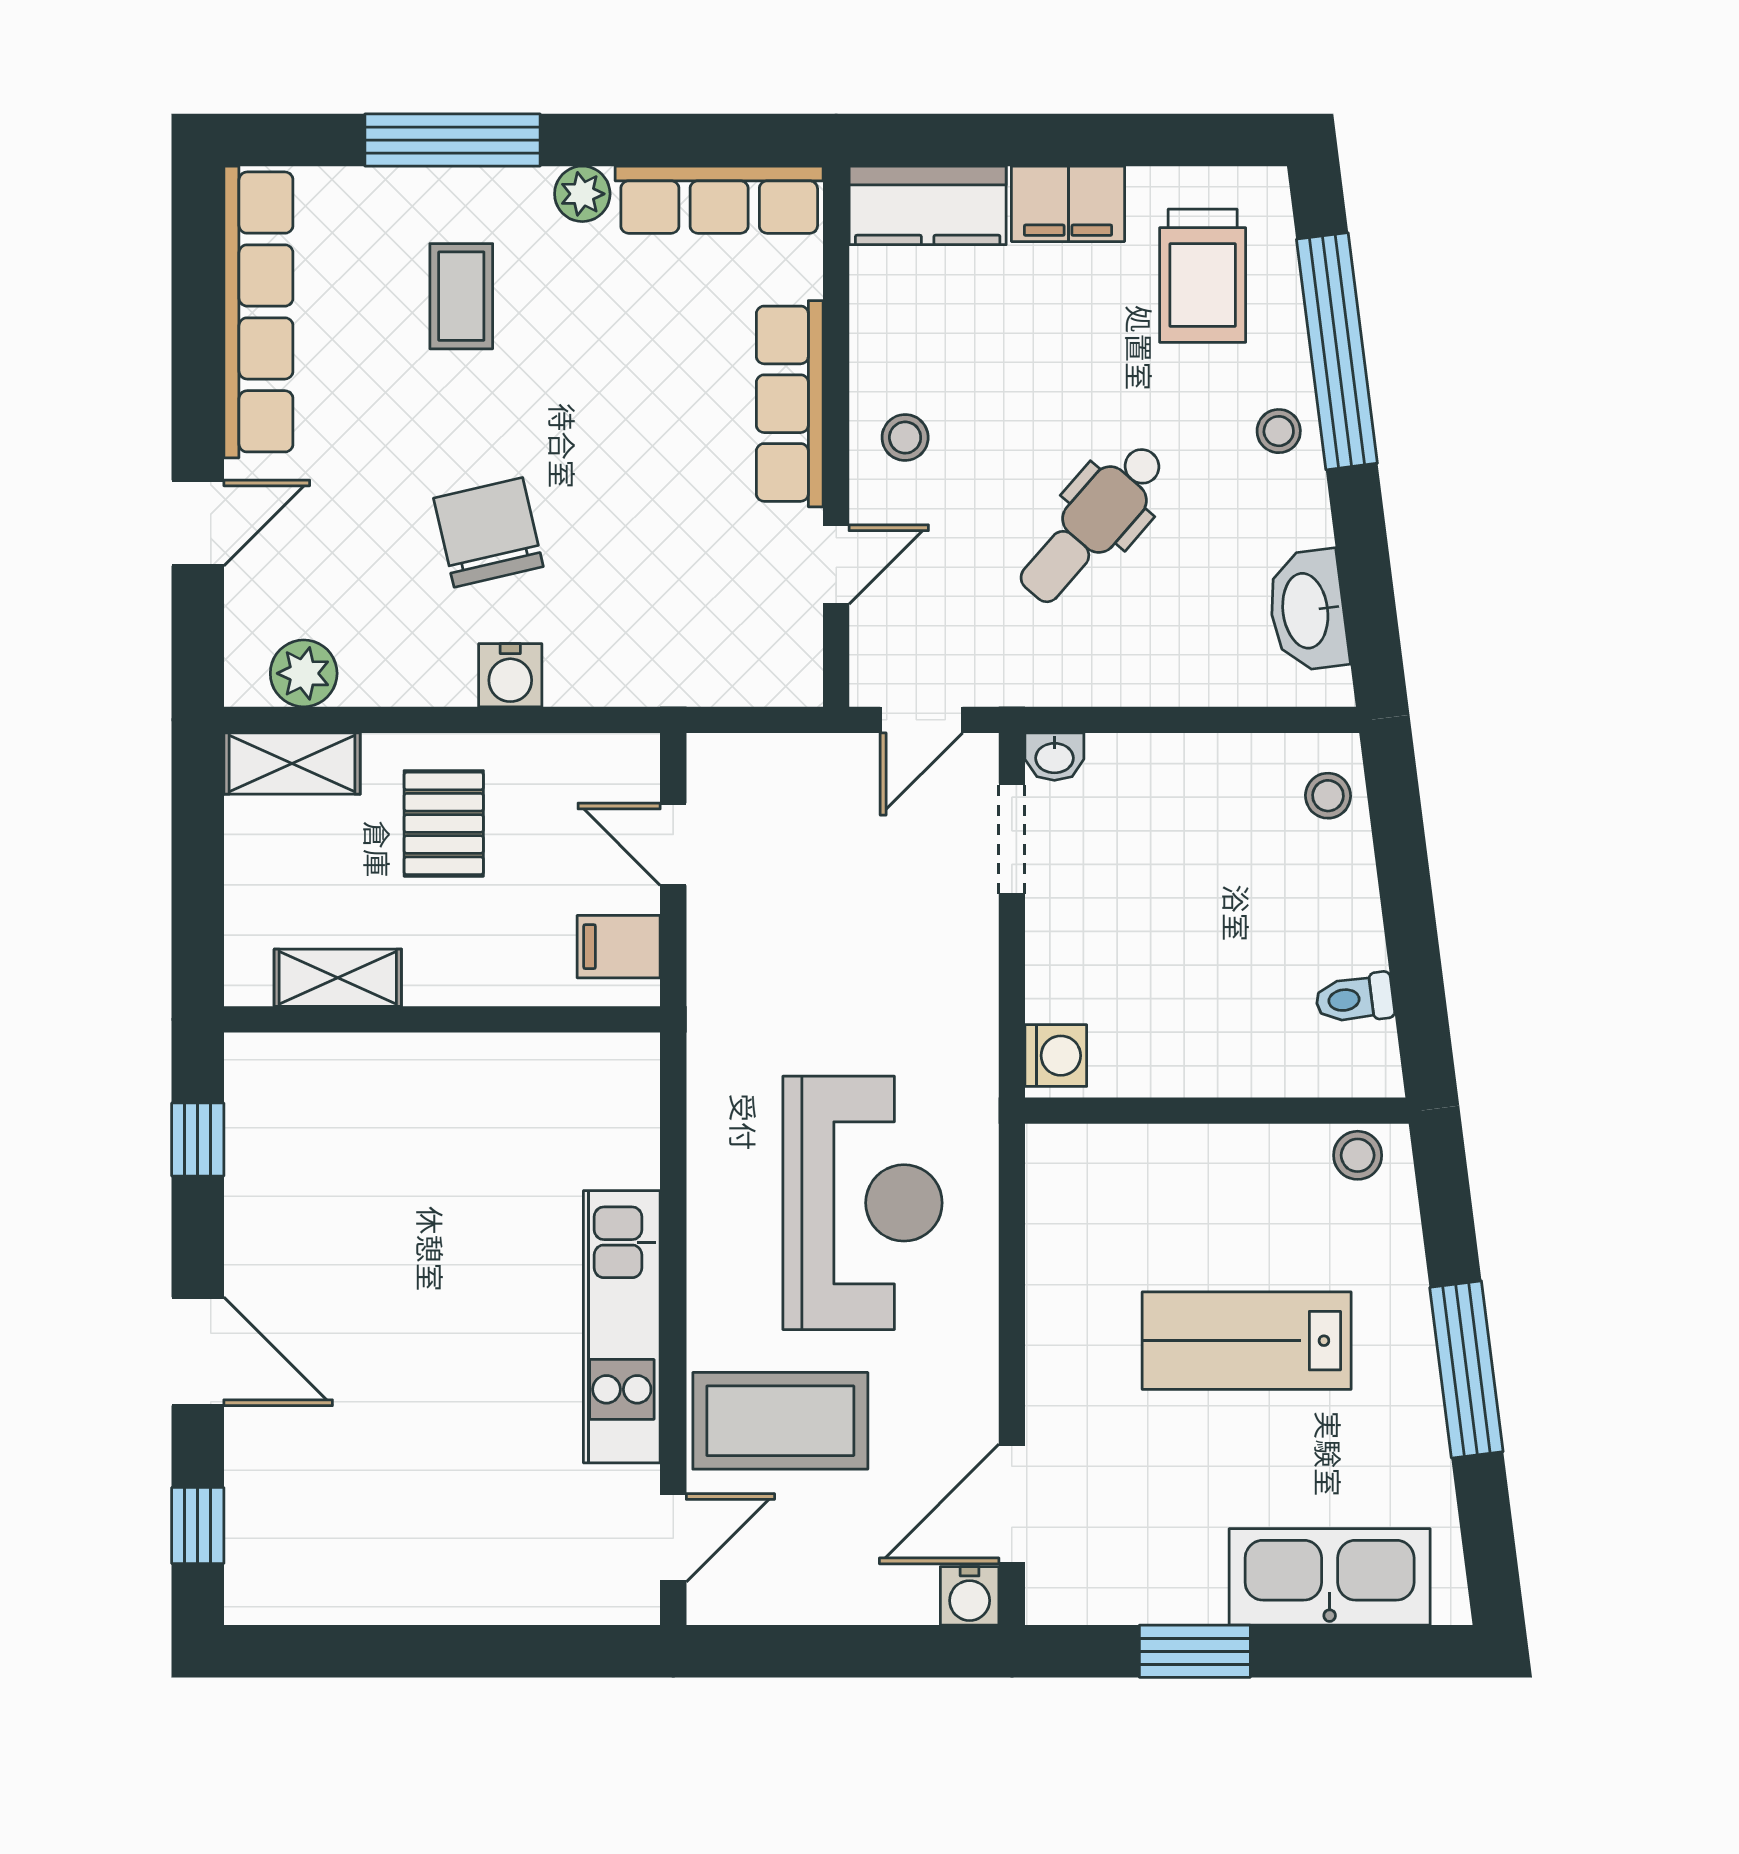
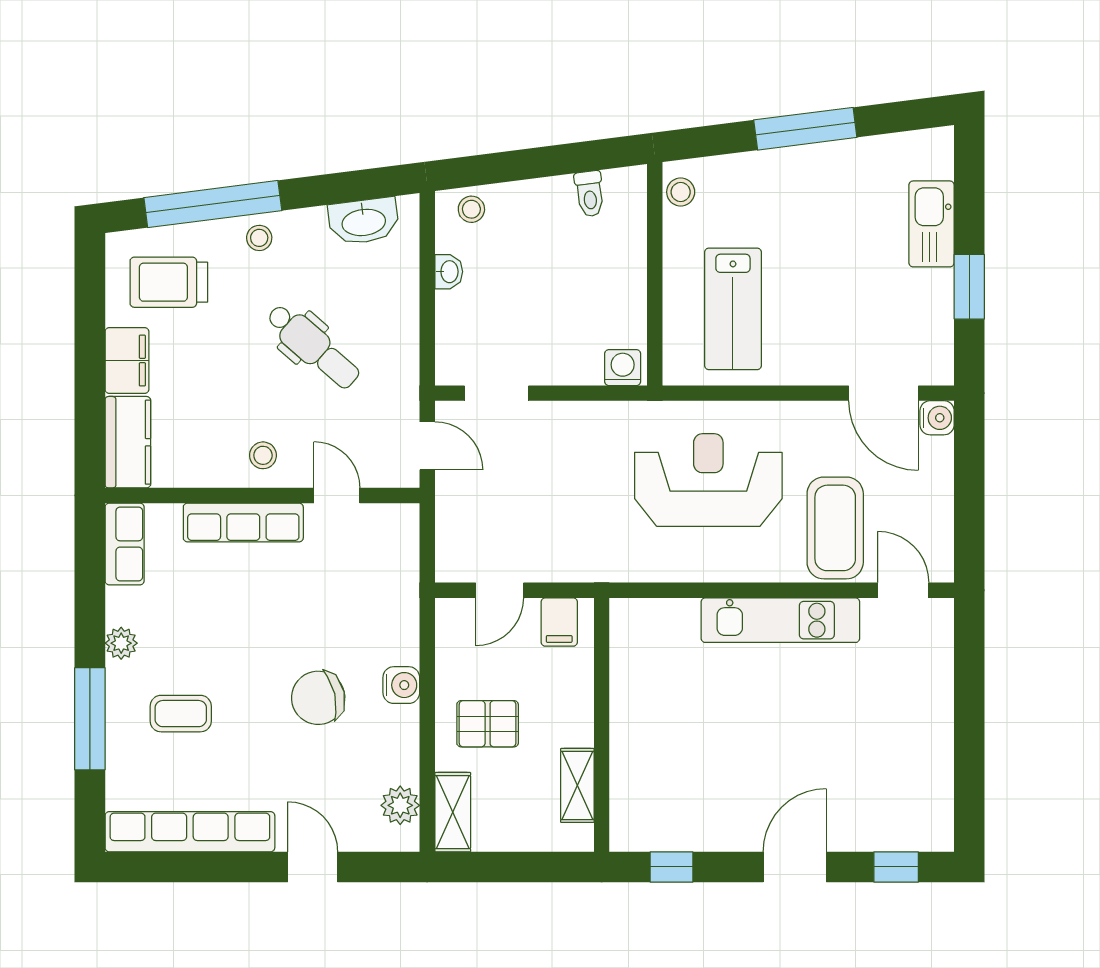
row of seats: (719, 200) -> (125, 544), width x0.68
trolley: (1203, 276) -> (169, 282), turned 180
washbasin: (1054, 757) -> (449, 272), moved
lab bench: (1247, 1341) -> (733, 309), moved
kitchen sink: (1330, 1577) -> (931, 224), width x0.73, depth x0.81

